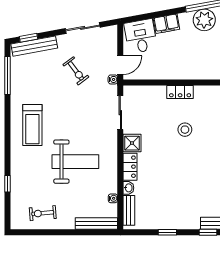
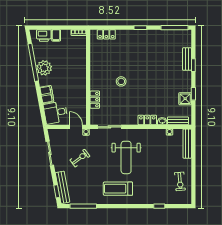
locker: (180, 92) -> (95, 100), moved
treadmill: (32, 125) -> (118, 189), turned 180
shower: (132, 143) -> (185, 99), moved
weight bench: (75, 162) -> (126, 157), moved, turned 180

